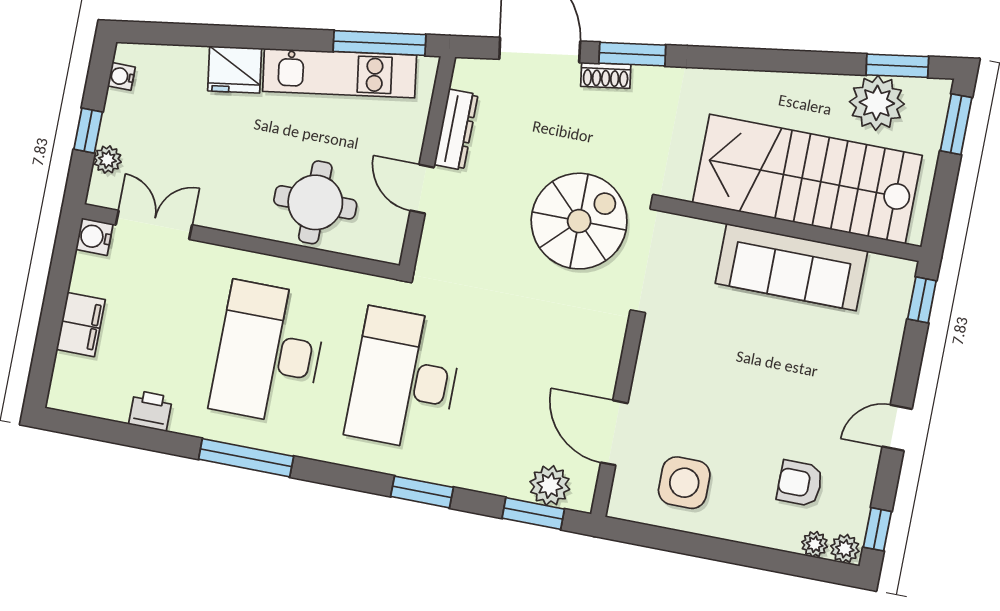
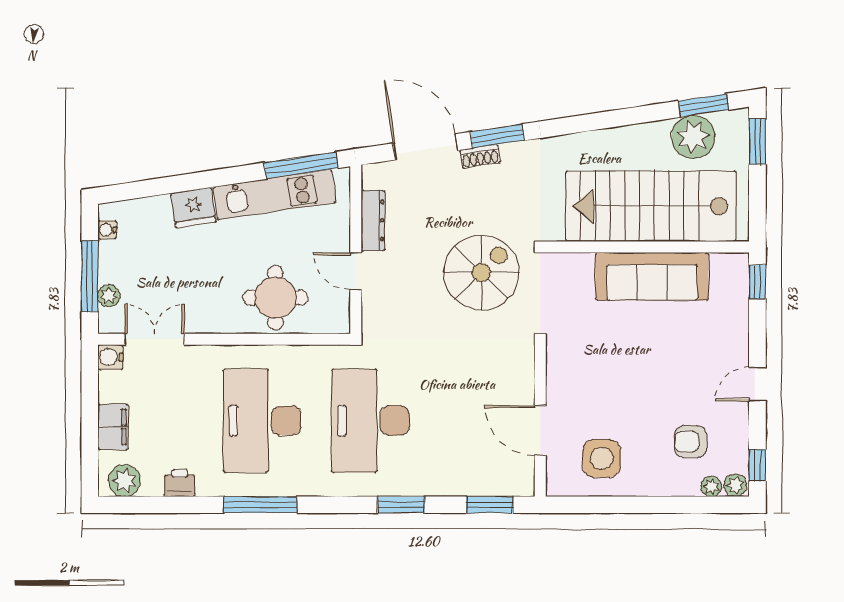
window: (88, 131) -> (90, 276), width x2.17
plant: (550, 485) -> (125, 481), moved

